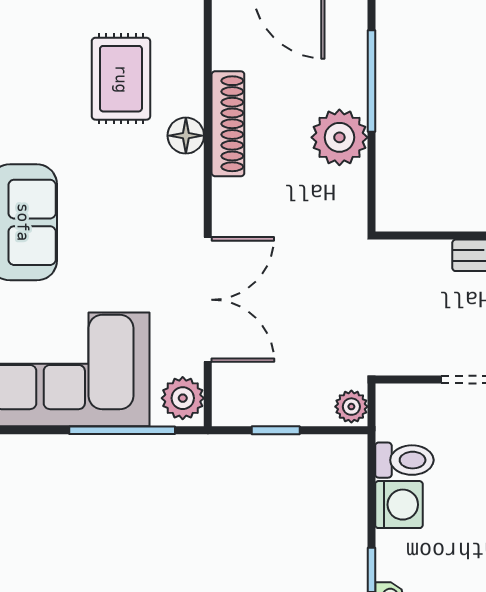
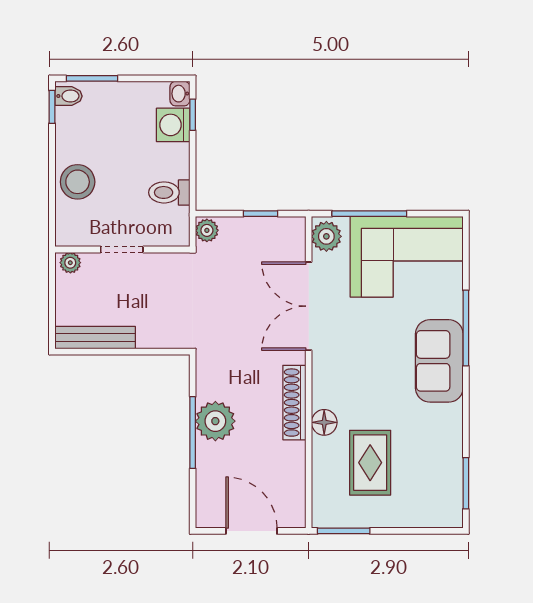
window: (371, 81) -> (193, 433), moved
shoe rack: (228, 124) -> (294, 403), moved
washing machine: (399, 505) -> (173, 125), moved

